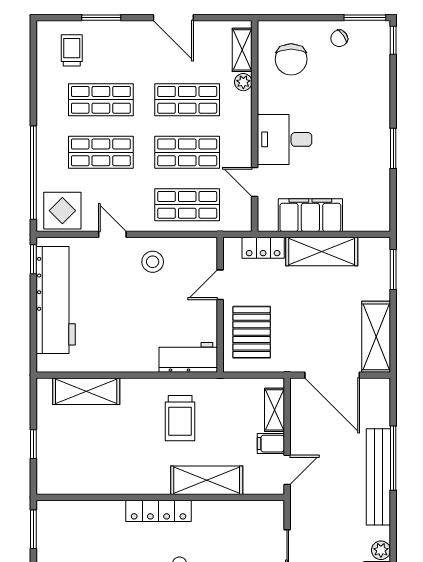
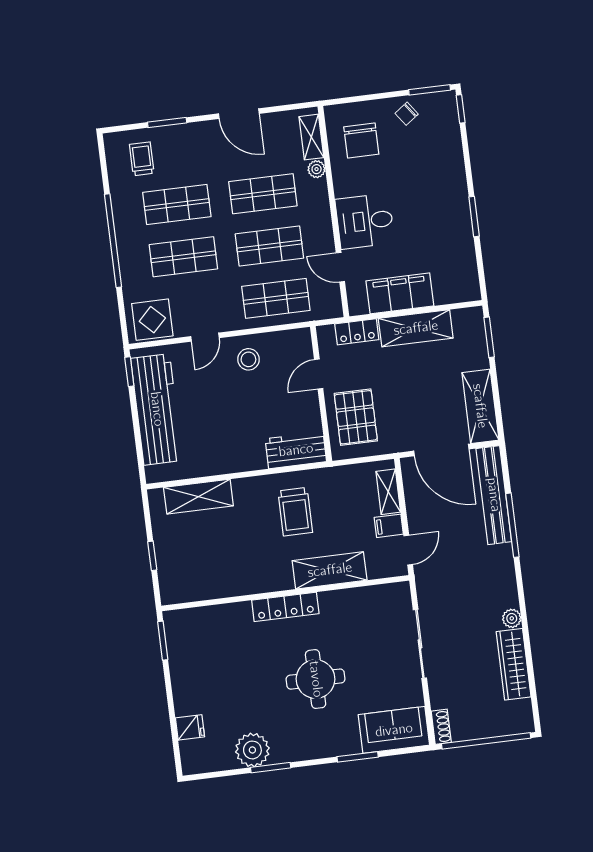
window: (33, 173) -> (113, 241), moved
door: (112, 234) -> (205, 337), swing flipped
bench: (378, 477) -> (494, 495), moved

